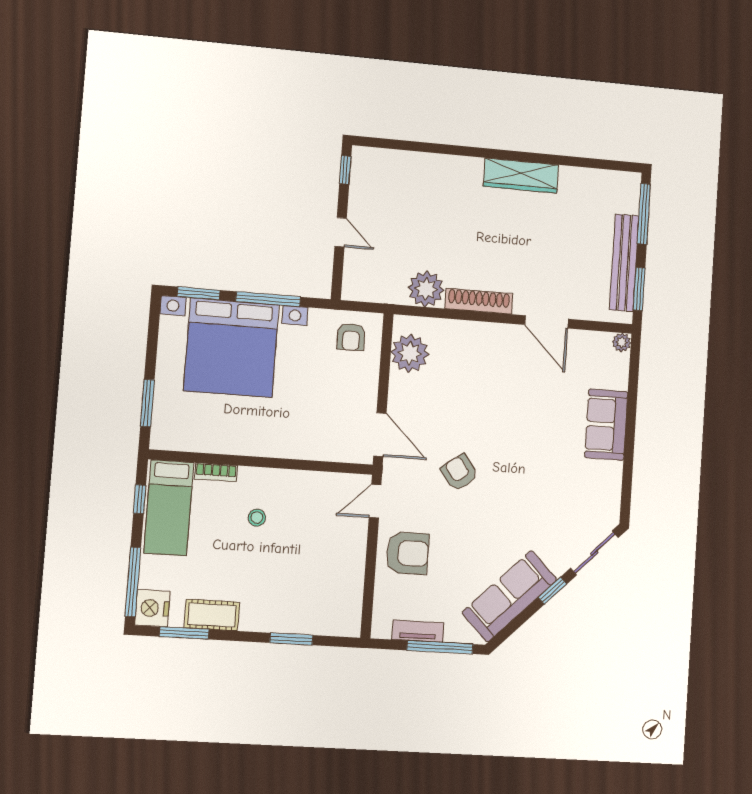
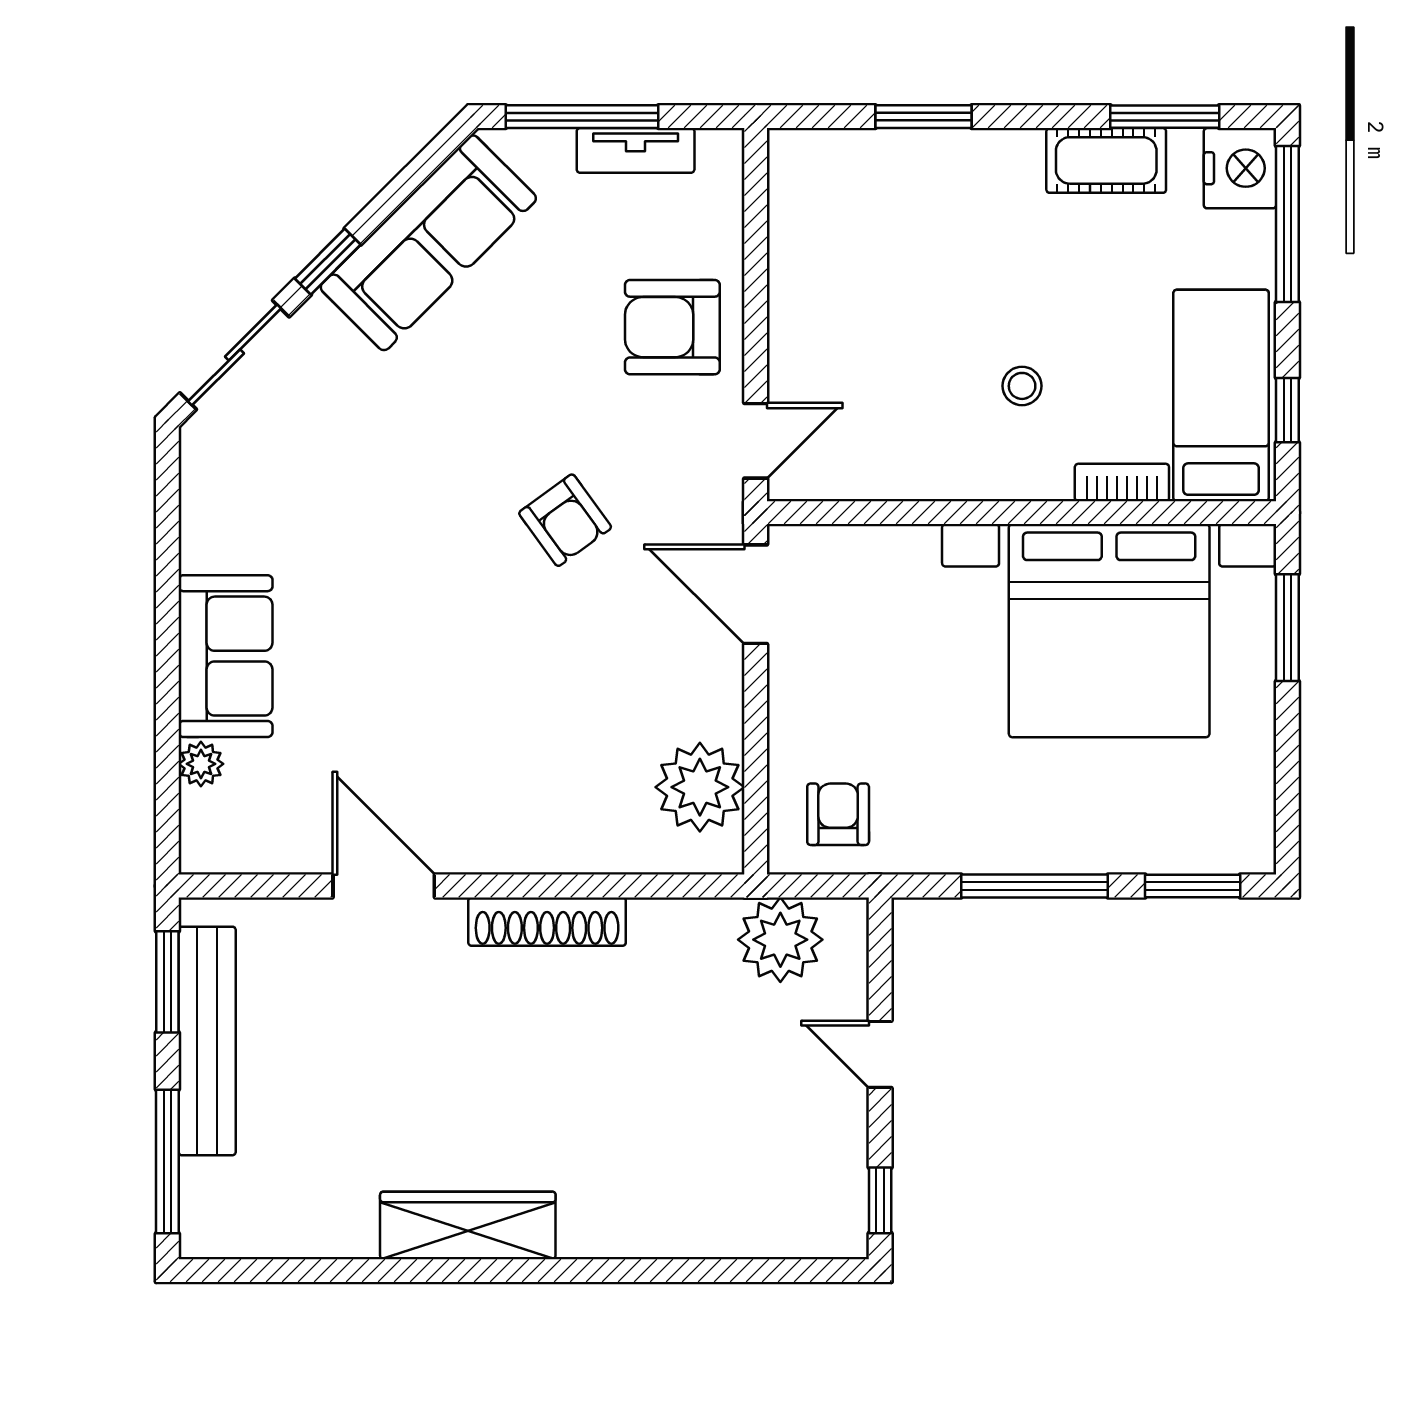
plant: (426, 289) -> (780, 940), moved
plant: (622, 342) -> (201, 764), moved
bed with nightstands: (231, 348) -> (1109, 631), moved, turned 180

